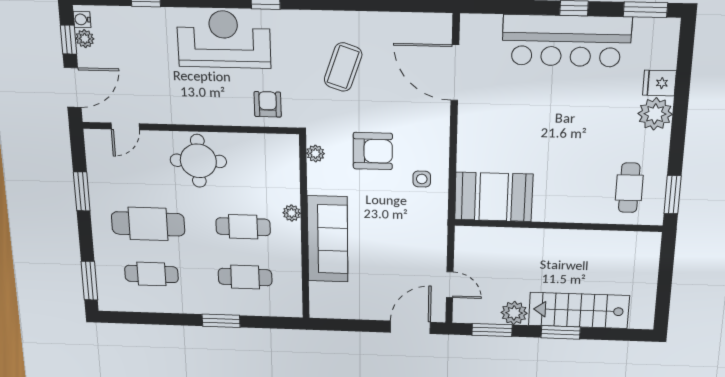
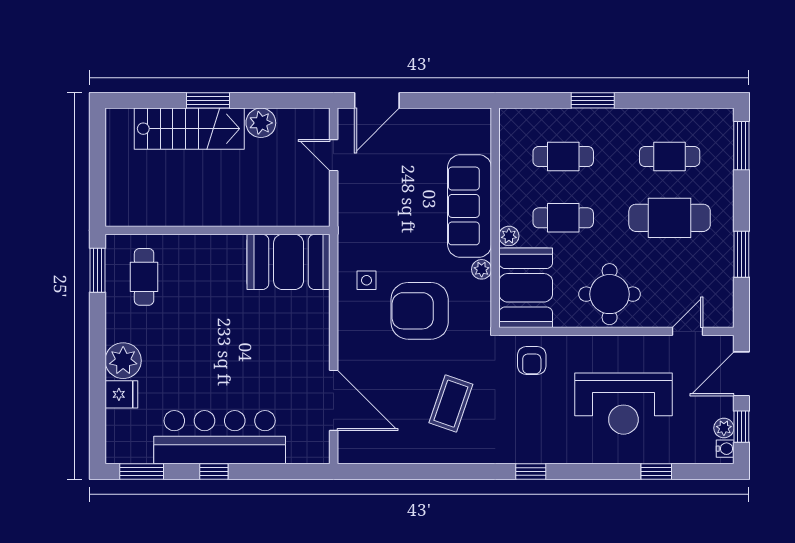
reception desk: (224, 39) -> (623, 404), moved
armchair: (373, 151) -> (420, 311), width x1.36, depth x1.36
plant: (315, 153) -> (482, 269), moved
booth: (275, 168) -> (526, 288), added
window: (492, 330) -> (285, 100), removed

